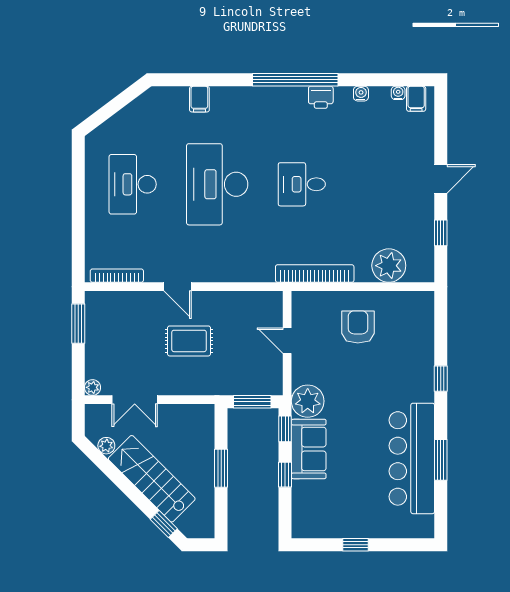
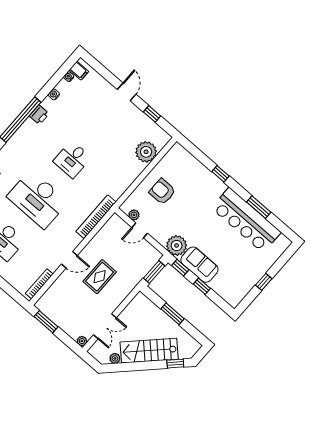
bookcase: (315, 274) -> (96, 217), moved
plant: (300, 317) -> (134, 215), added

